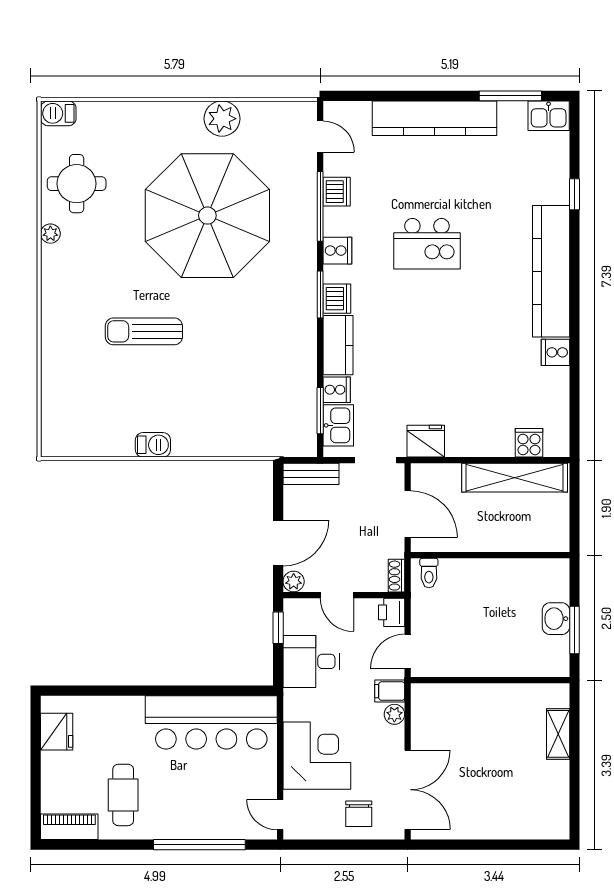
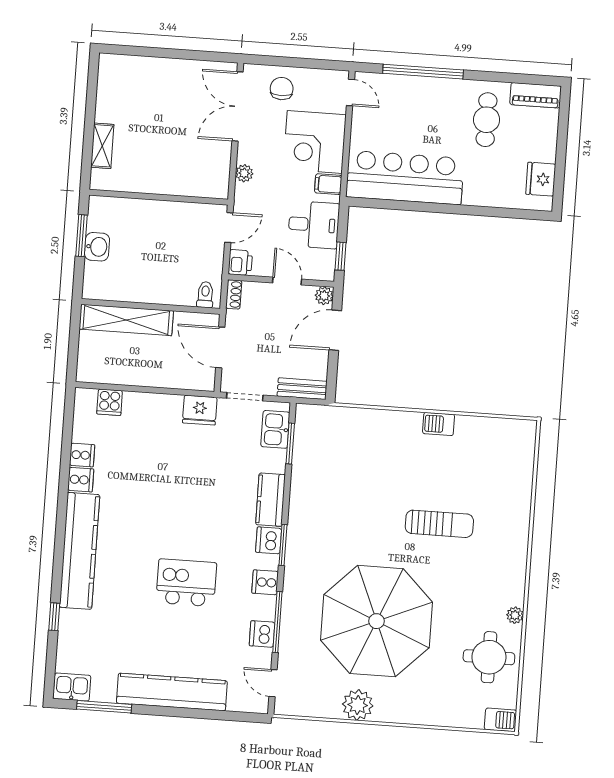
cooker: (337, 390) -> (82, 455), moved, turned 180
shelving: (515, 478) -> (126, 320), moved
filing cabinet: (390, 691) -> (328, 184), moved, turned 180

